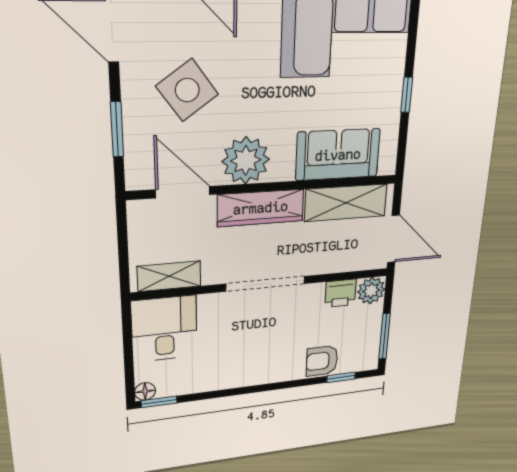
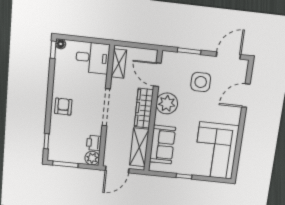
side table: (187, 90) -> (201, 82), turned 36
door: (183, 192) -> (157, 75), swing flipped
armchair: (322, 361) -> (63, 107), moved

